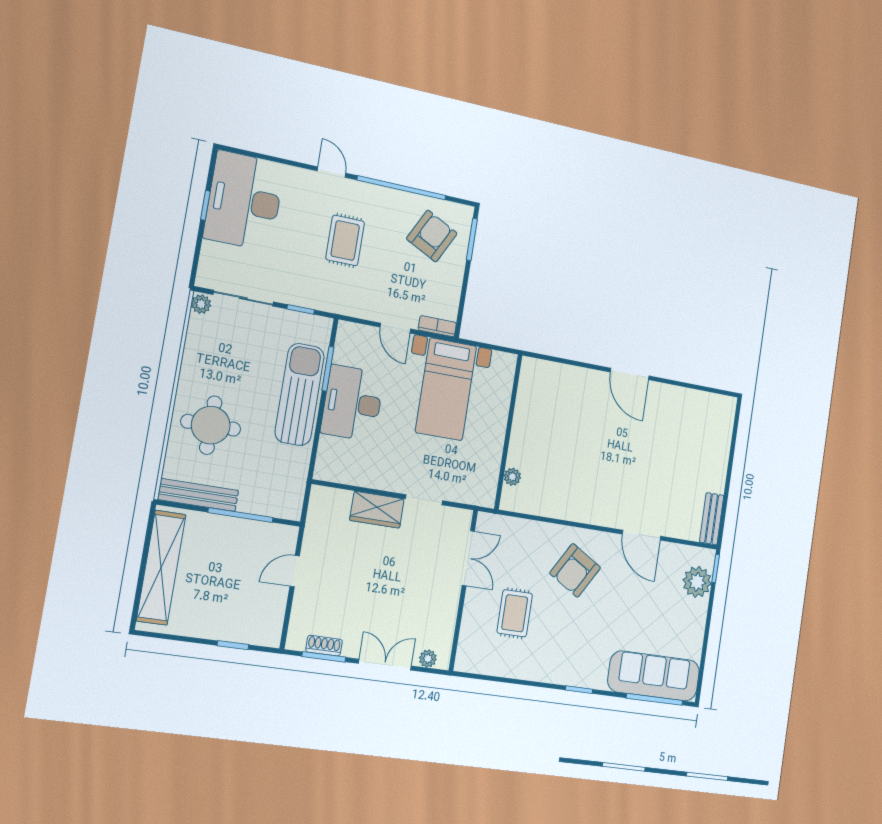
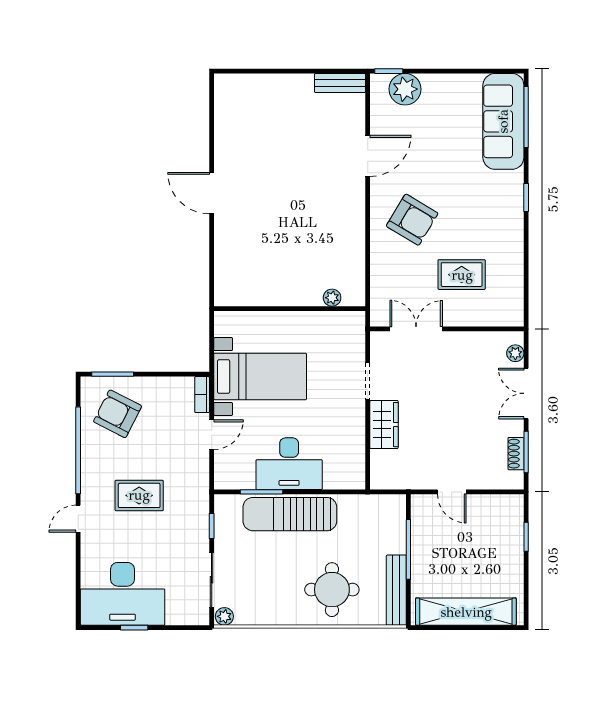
door: (630, 374) -> (212, 193), swing flipped

